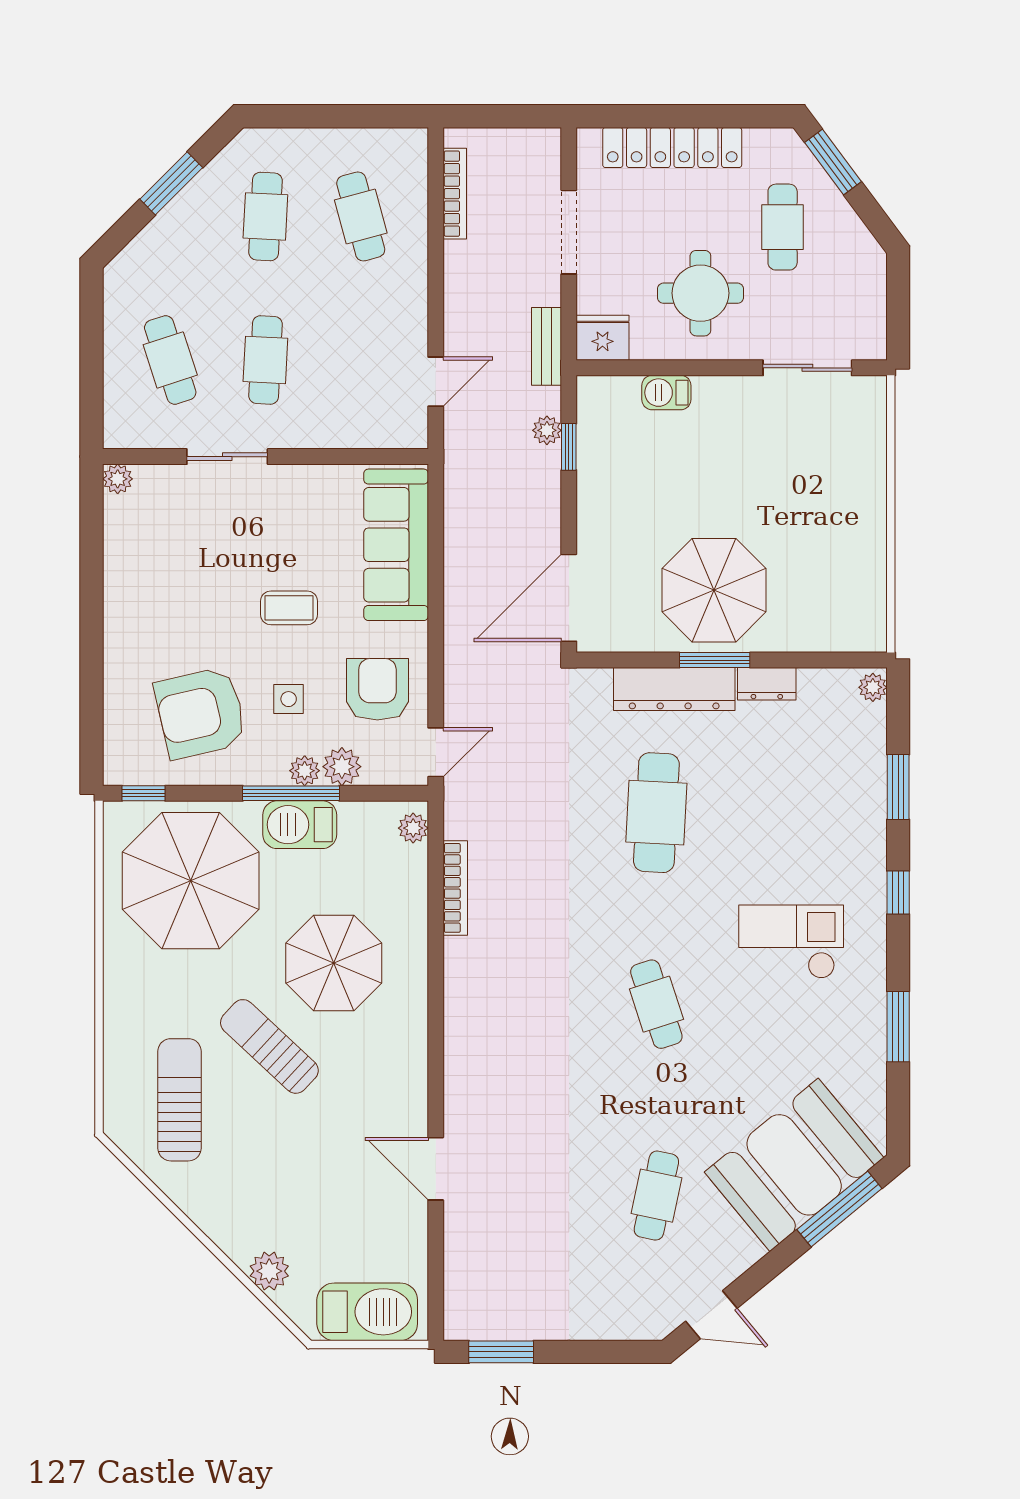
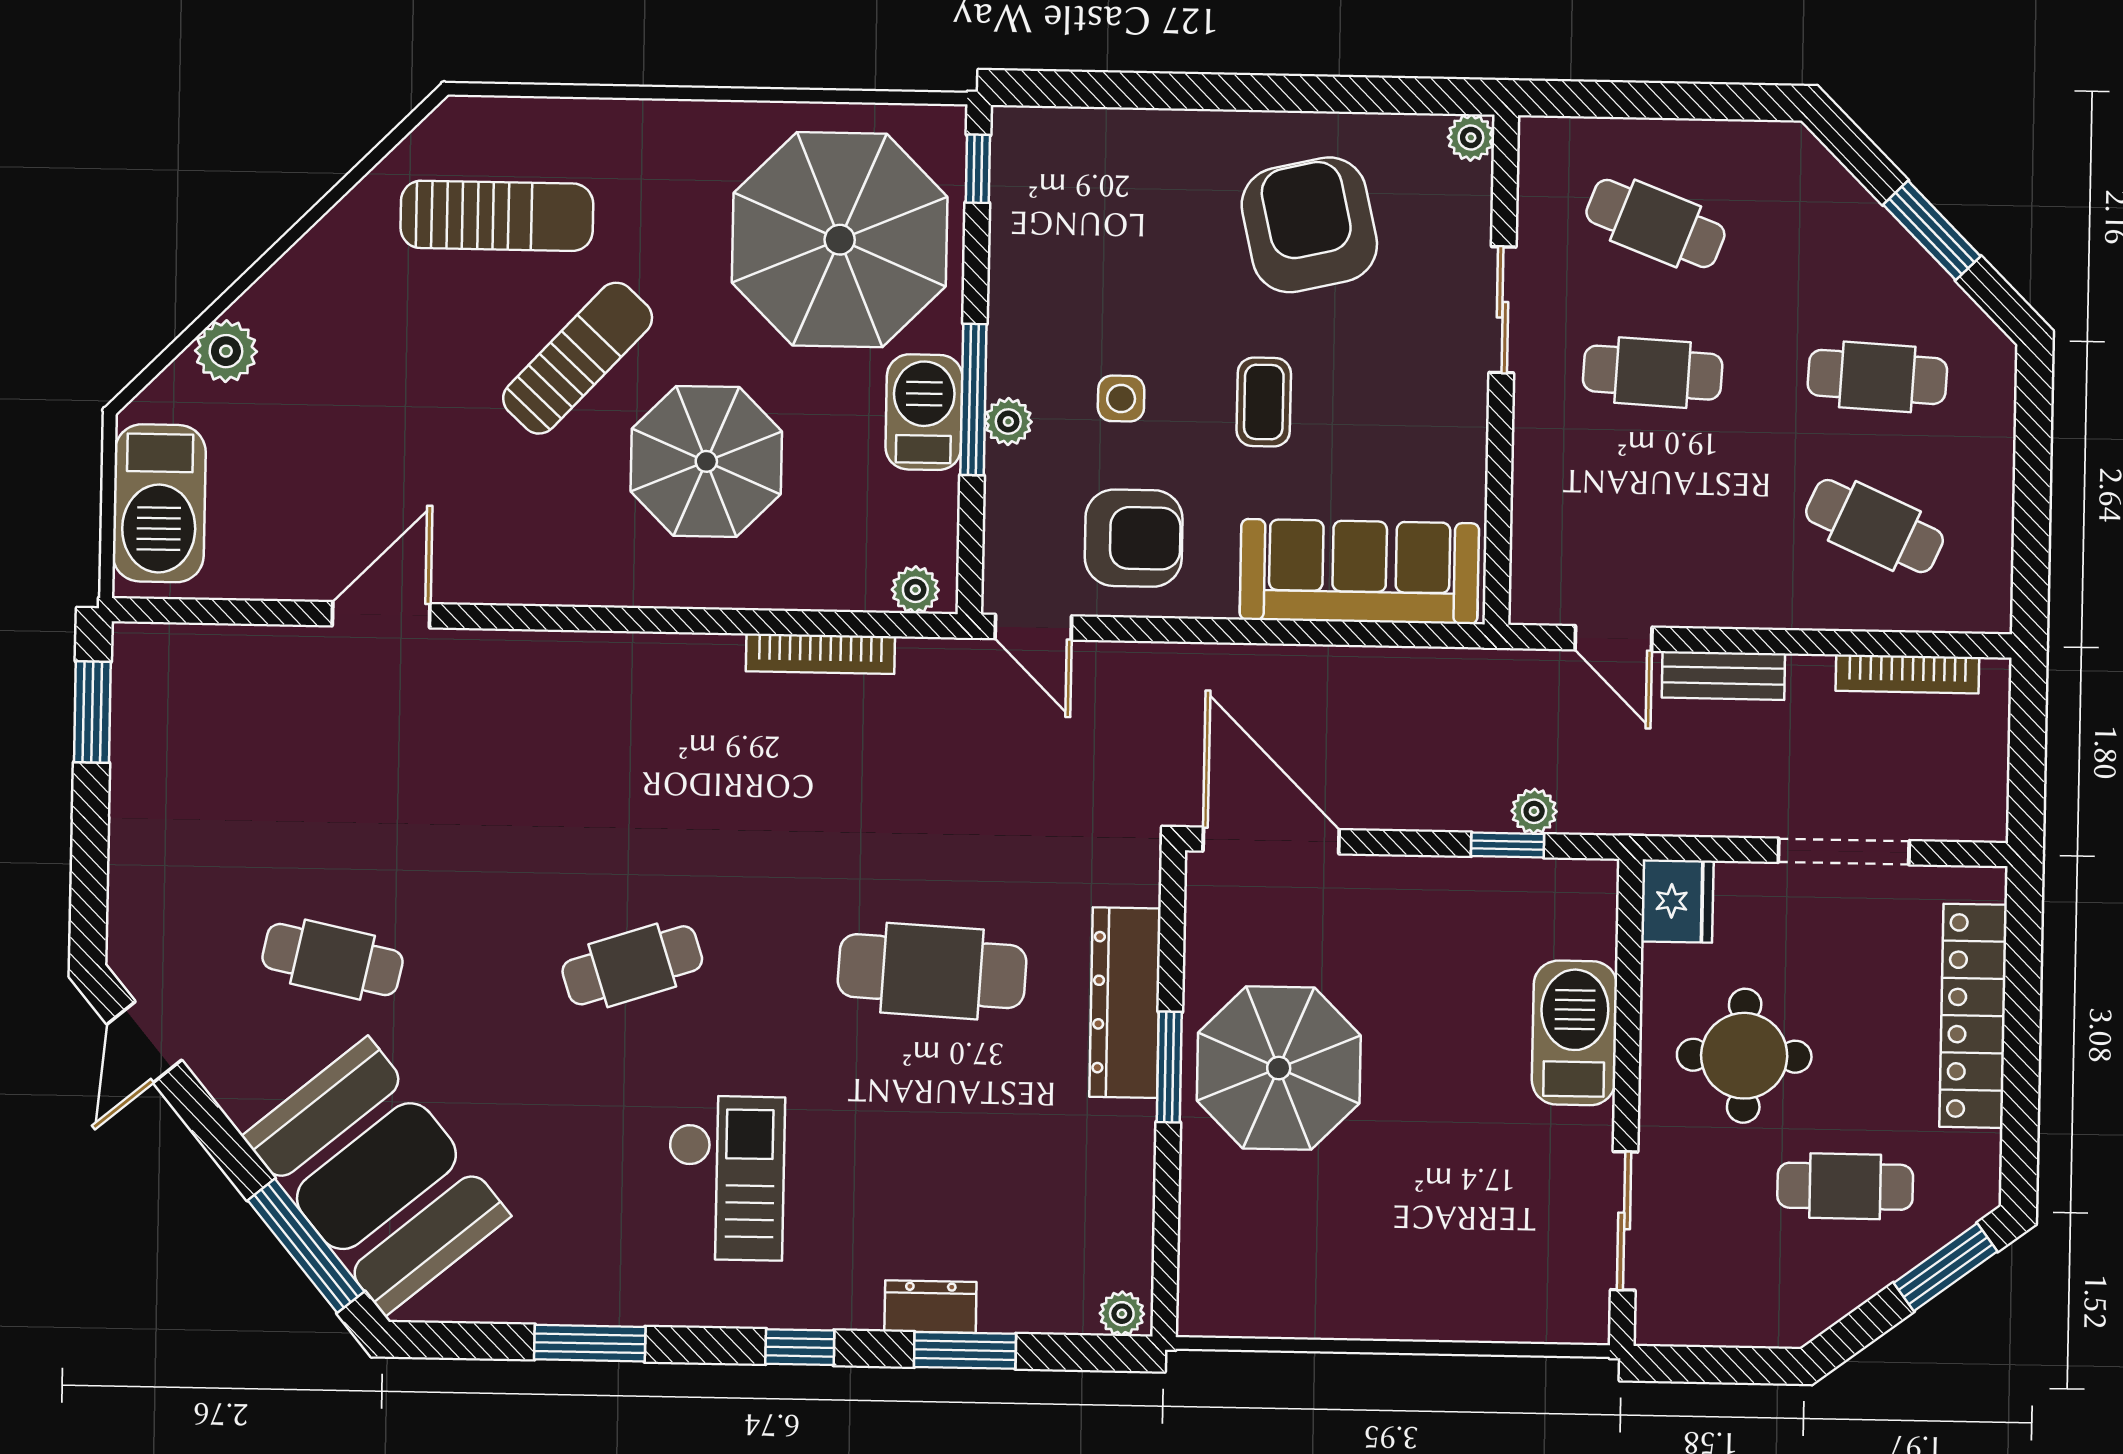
cafe table: (361, 216) -> (1874, 526), turned 39
bench: (547, 346) -> (1723, 675), moved
cafe table: (170, 360) -> (1655, 223), turned 39
barbecue: (666, 393) -> (1575, 1033), width x1.88, depth x1.53
dresser: (767, 684) -> (930, 1307), moved, turned 90
armchair: (201, 713) -> (1309, 225), moved
plant: (342, 767) -> (1014, 480), removed

